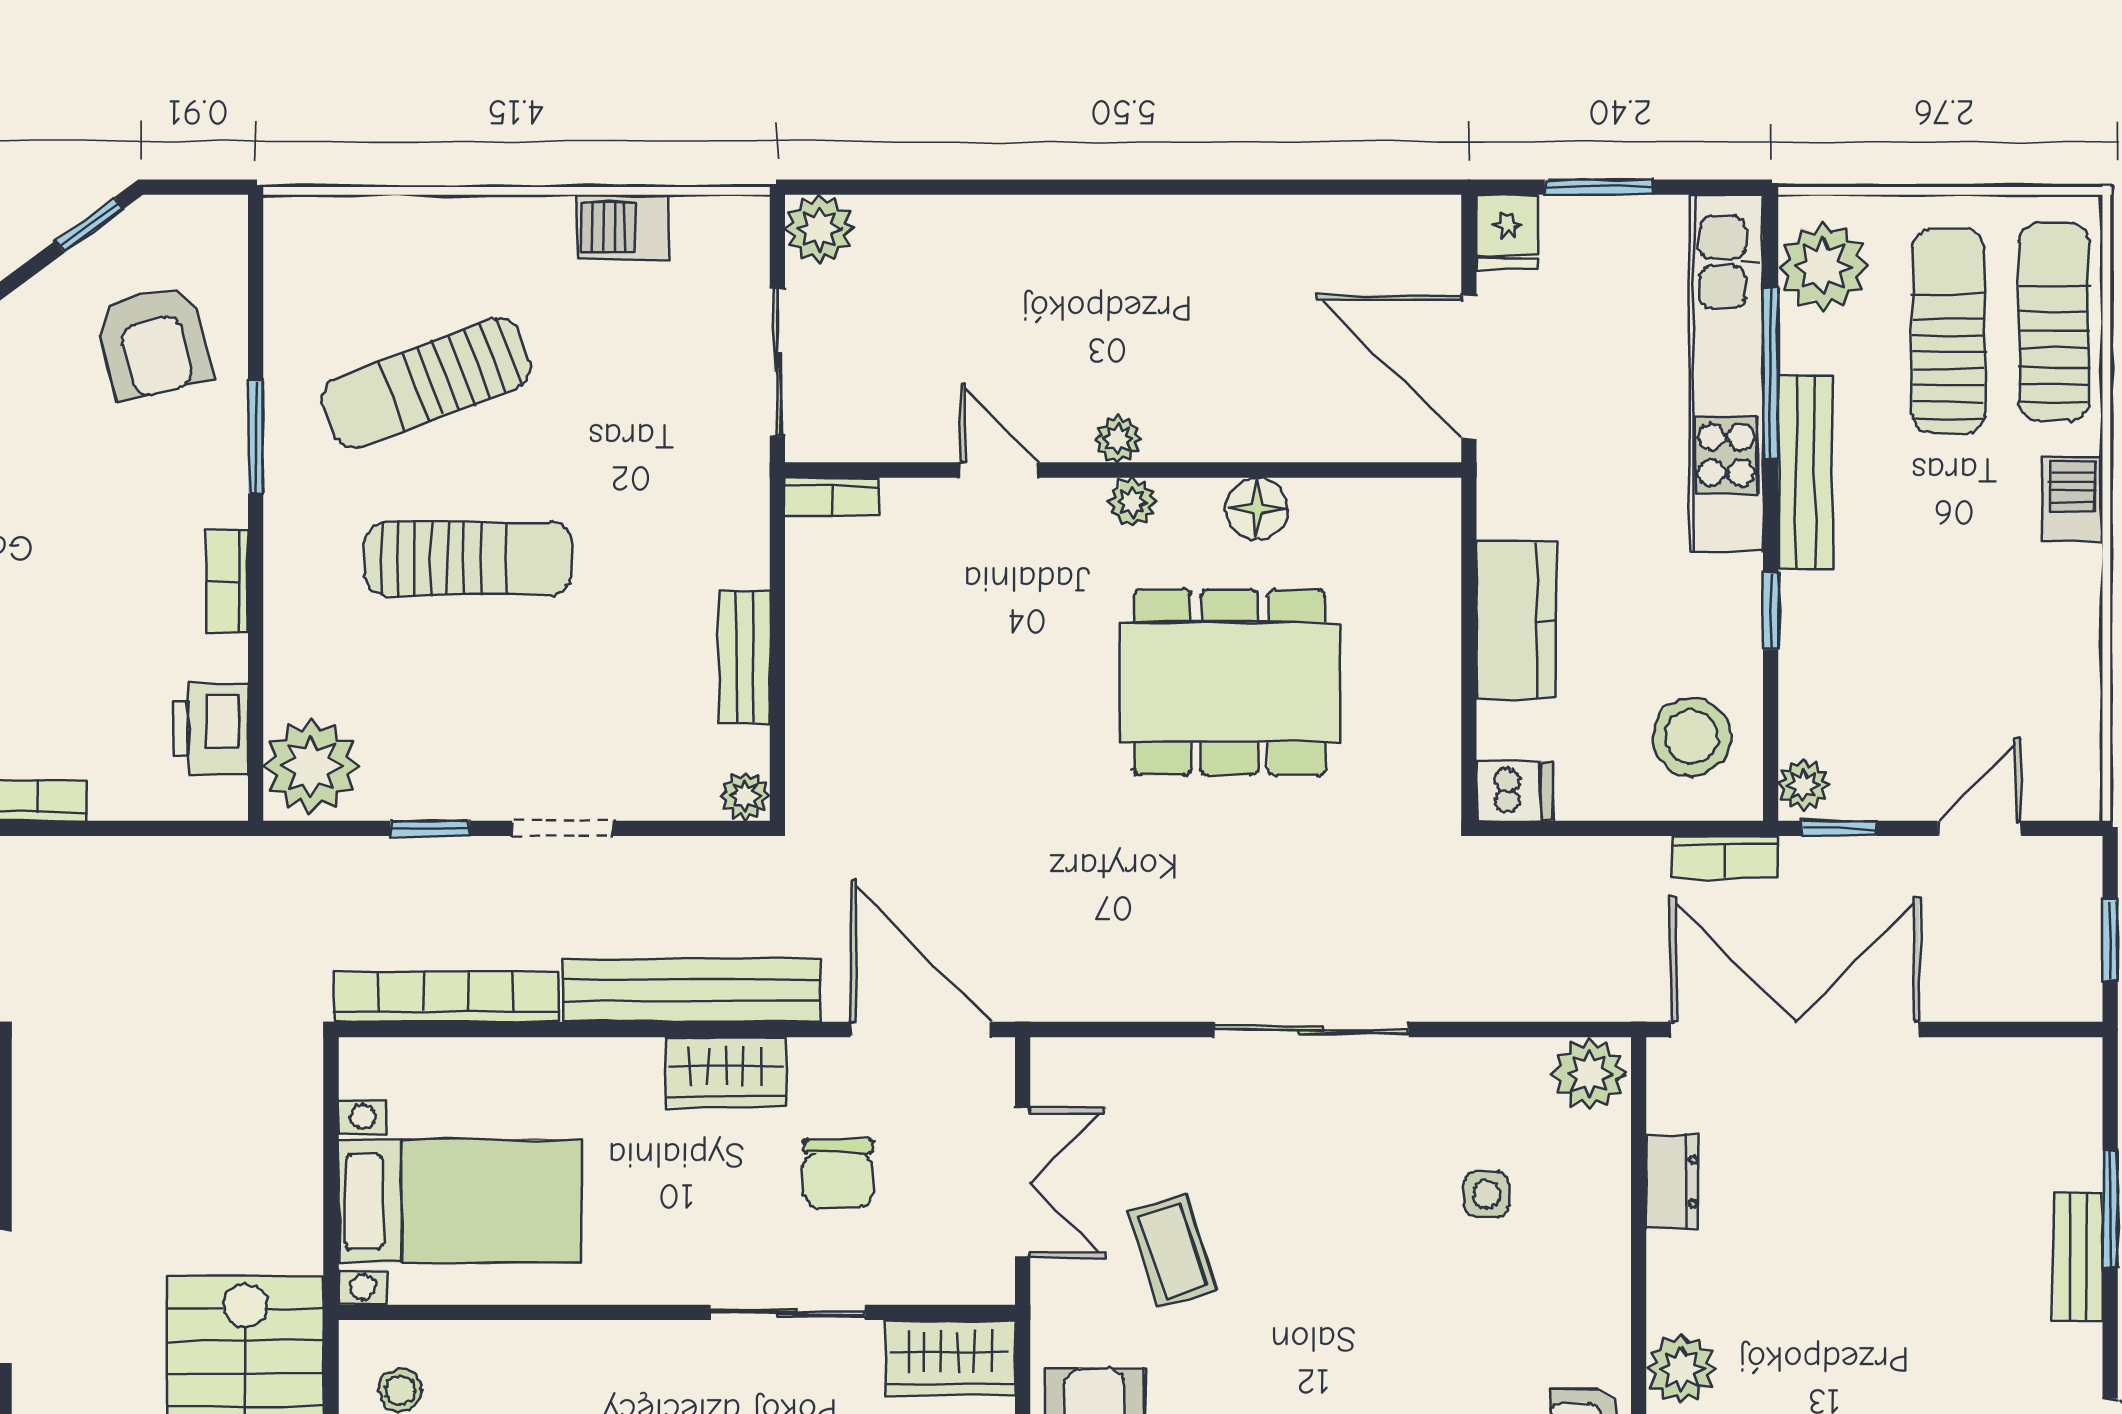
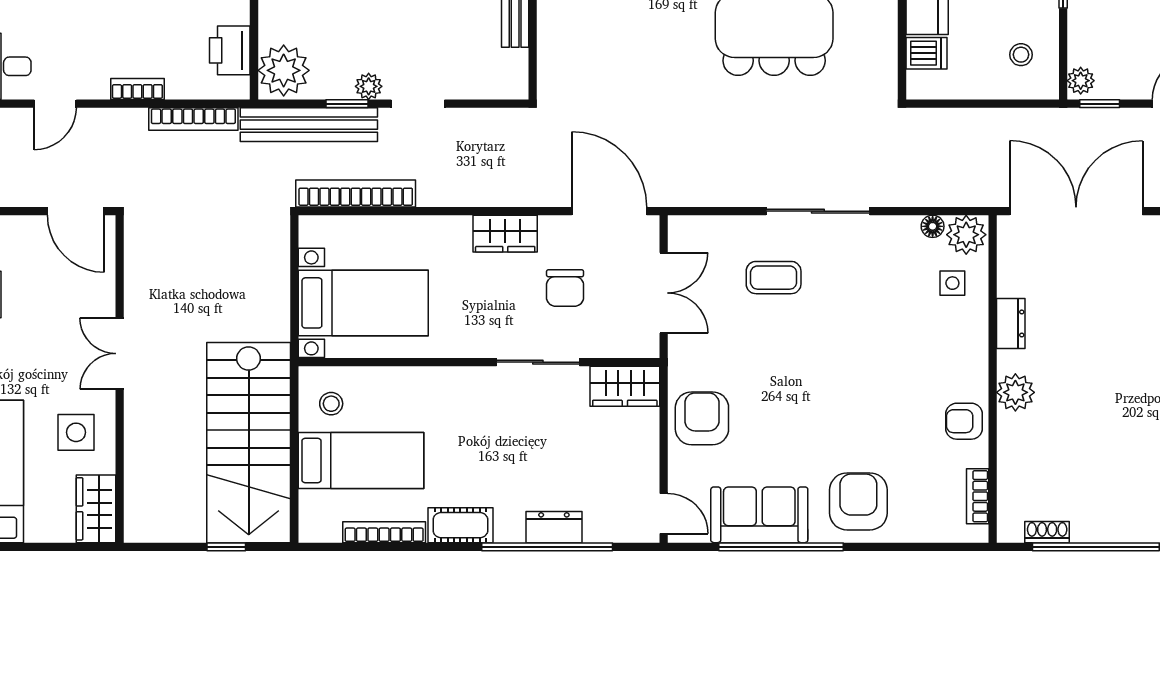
stool: (1692, 737) -> (1021, 55), width x0.53, depth x0.53
dishwasher: (1515, 791) -> (926, 53), moved
plant: (745, 796) -> (369, 86), moved
bookcase: (1724, 857) -> (193, 119), moved, width x1.56
bench: (691, 990) -> (309, 125), moved
floor lamp: (1526, 1058) -> (933, 226), added
dresser: (1673, 1182) -> (1011, 323), moved
side table: (1487, 1194) -> (952, 283), moved
coffee table: (1172, 1251) -> (774, 278), moved, turned -72

